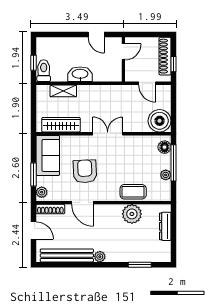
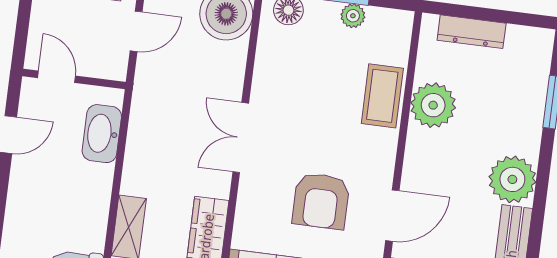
washbasin: (80, 74) -> (102, 134), moved
armchair: (85, 171) -> (321, 201), turned -87
plant: (100, 257) -> (512, 179), width x1.88, depth x1.88

